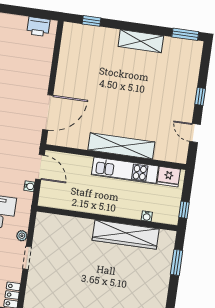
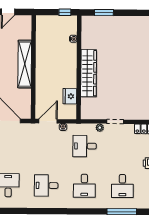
kitchen unit: (125, 170) -> (42, 59), removed
fridge: (169, 177) -> (70, 96), moved, turned 180
wardrobe: (126, 235) -> (89, 73), moved

